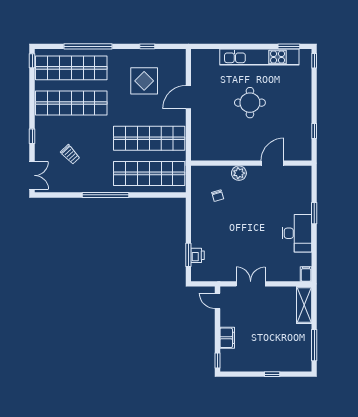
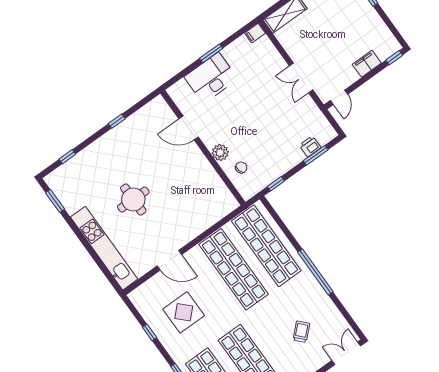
kitchen unit: (259, 57) -> (104, 248), moved
window: (314, 61) -> (67, 157), moved
wall: (251, 163) -> (203, 148), moved
door: (273, 163) -> (189, 128), moved
plant: (239, 173) -> (220, 153), moved
window: (188, 212) -> (276, 184), added
window: (314, 213) -> (211, 53), moved
desk: (297, 233) -> (211, 78), moved

